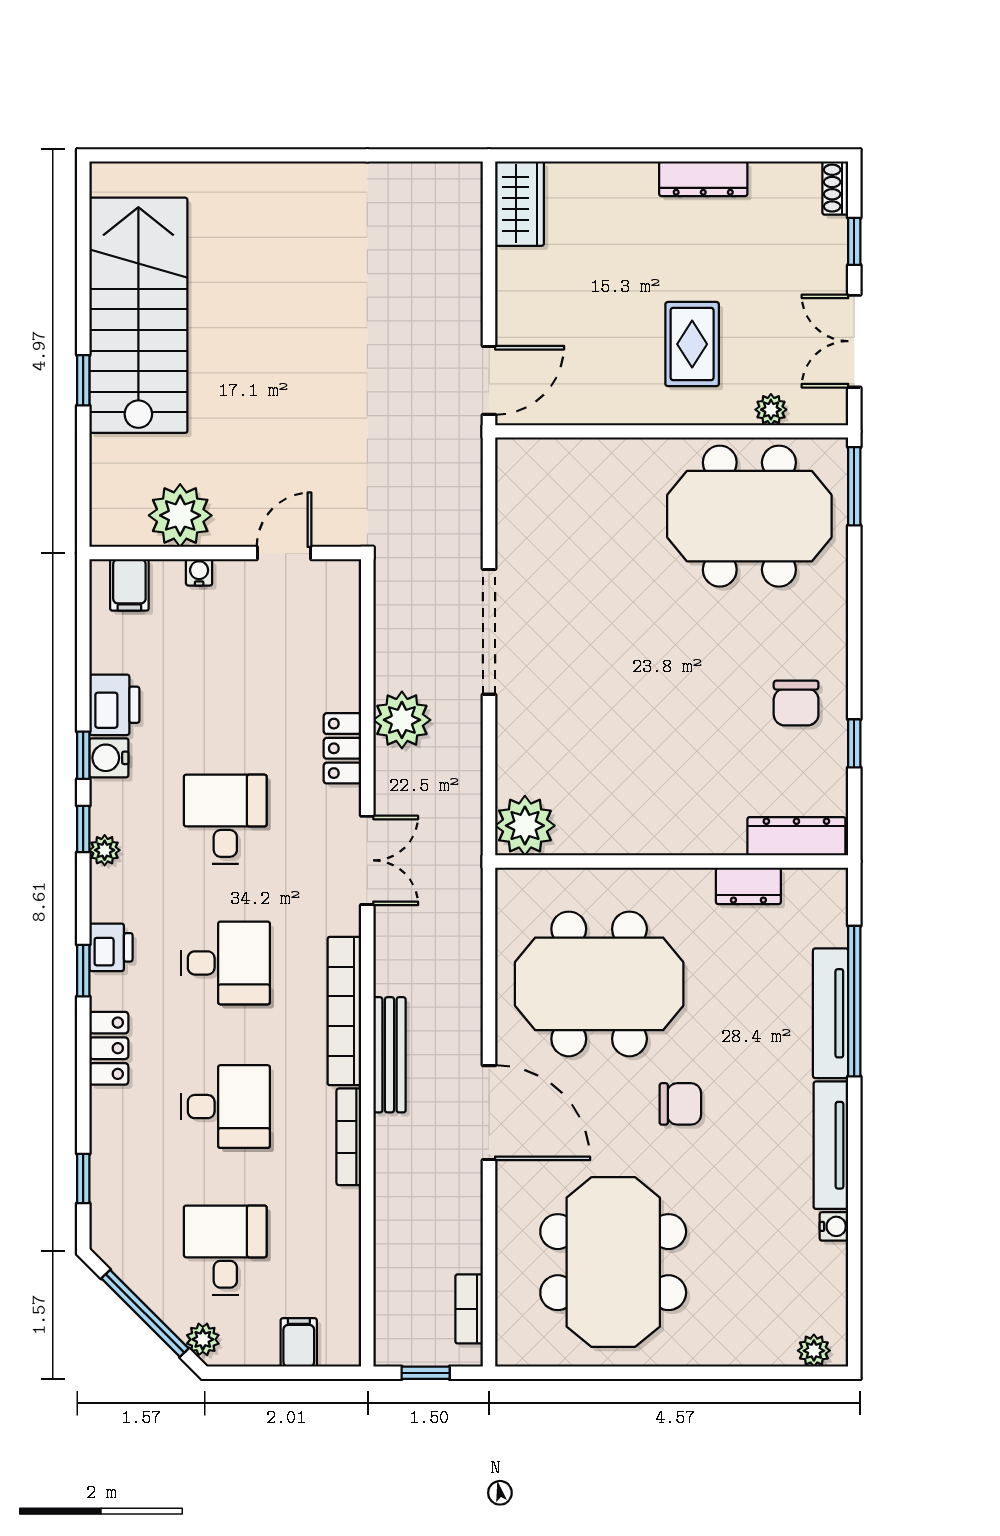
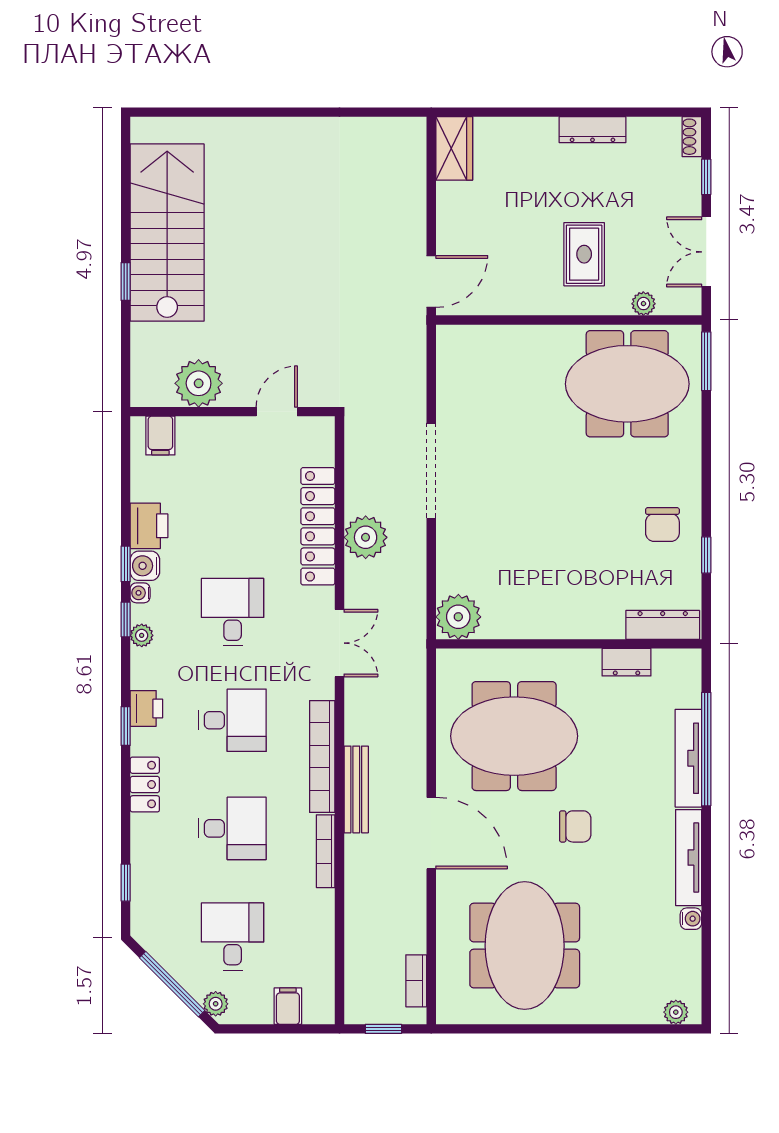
water cooler: (199, 572) -> (140, 593), moved, turned -90
locker: (342, 748) -> (318, 526), width x2.16, depth x1.21

